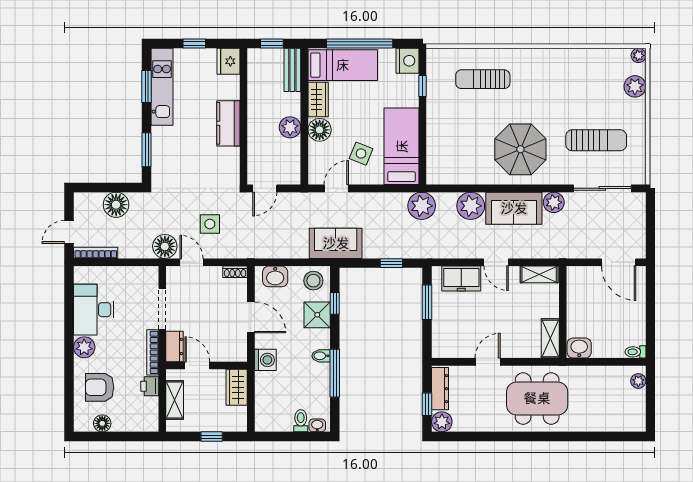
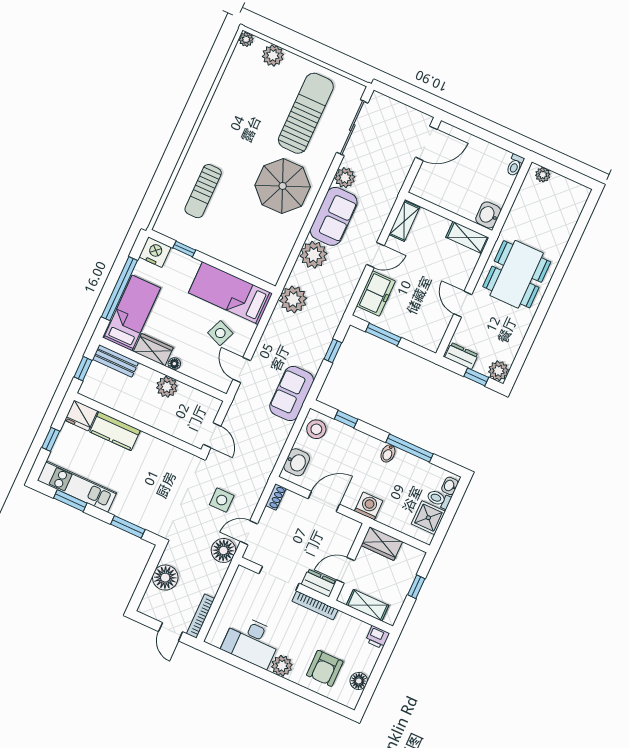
kitchen counter: (228, 123) -> (115, 431), moved
floor lamp: (320, 130) -> (174, 364), width x0.53, depth x0.53
sun lounger: (596, 140) -> (306, 113), width x1.36, depth x1.34
shower: (317, 315) -> (428, 518), moved
printer: (150, 386) -> (377, 637), moved
dresser: (440, 389) -> (461, 356), width x0.70

